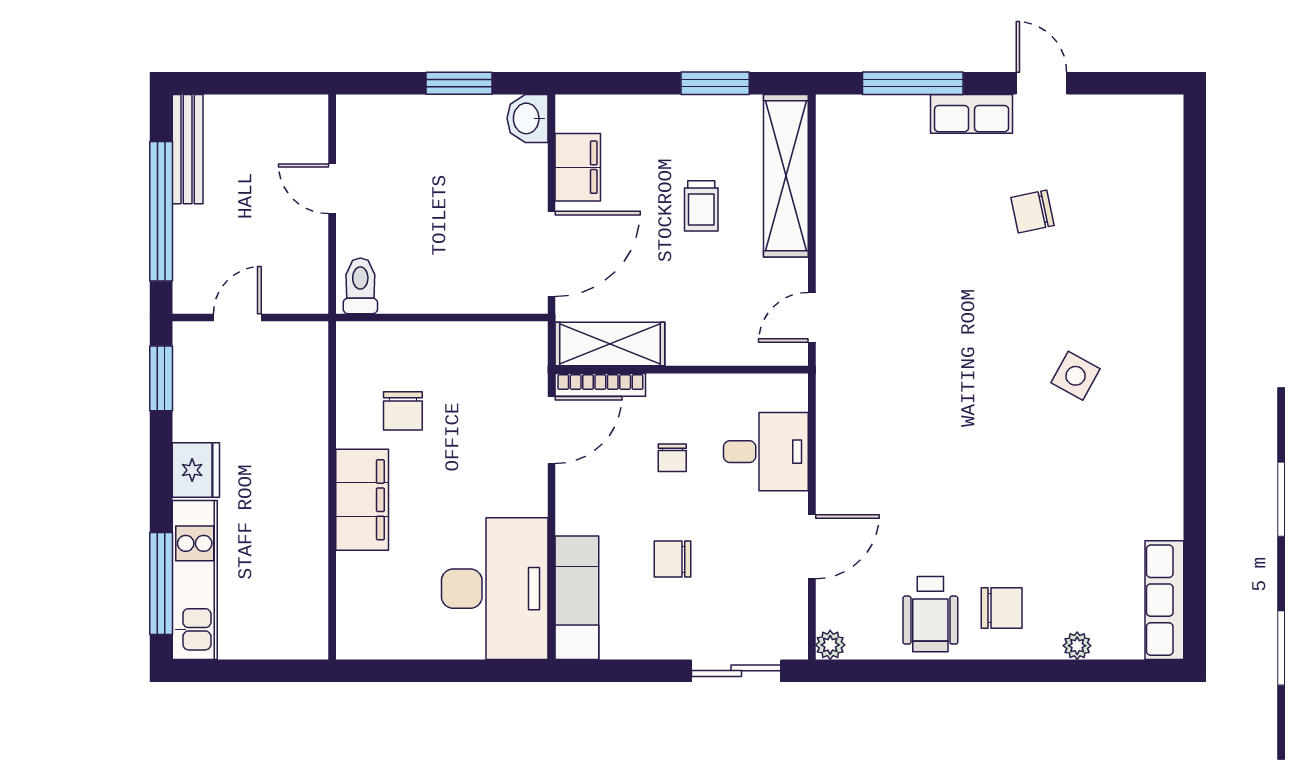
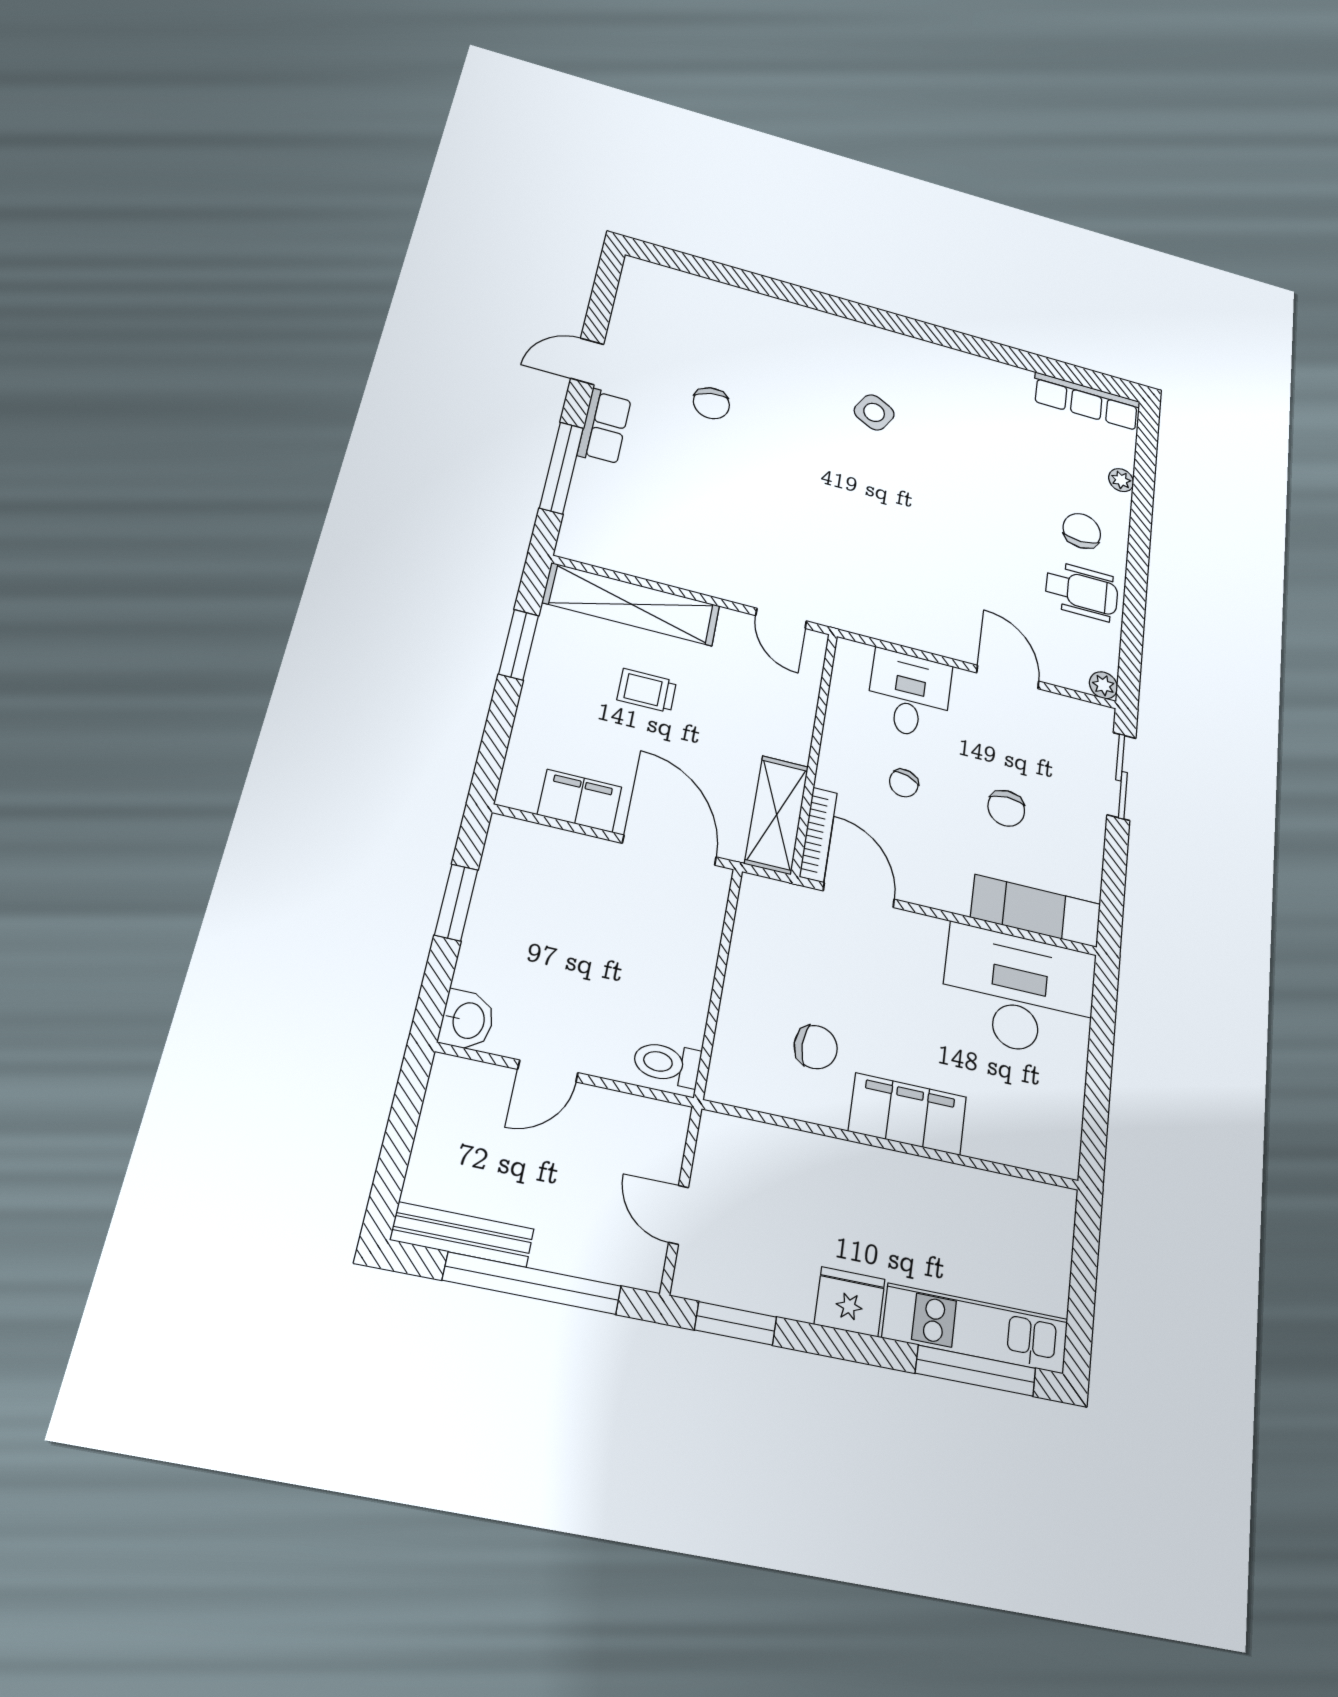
washbasin: (527, 118) -> (467, 1020), moved, turned -90
trolley: (701, 206) -> (647, 691), turned 180
chair: (672, 458) -> (904, 783), turned 108

